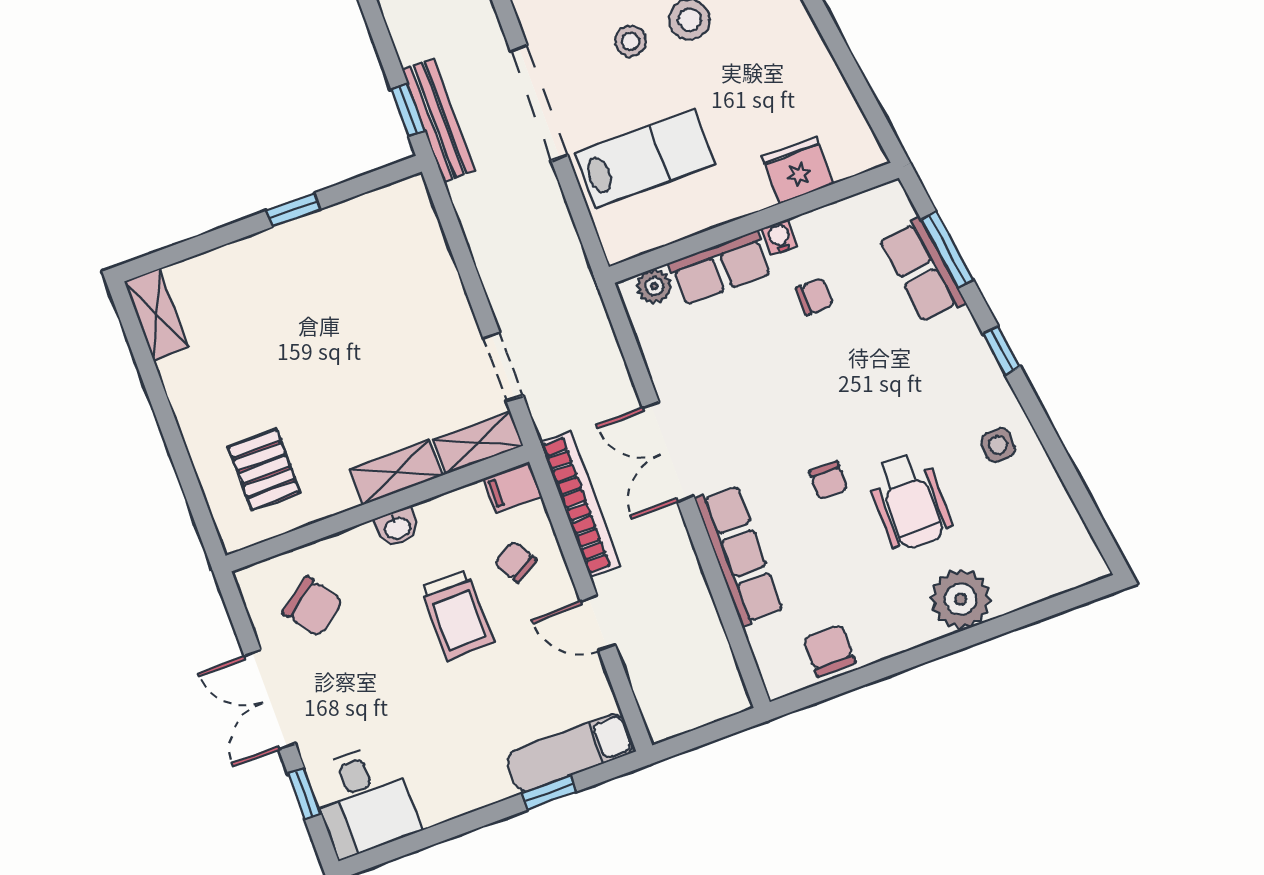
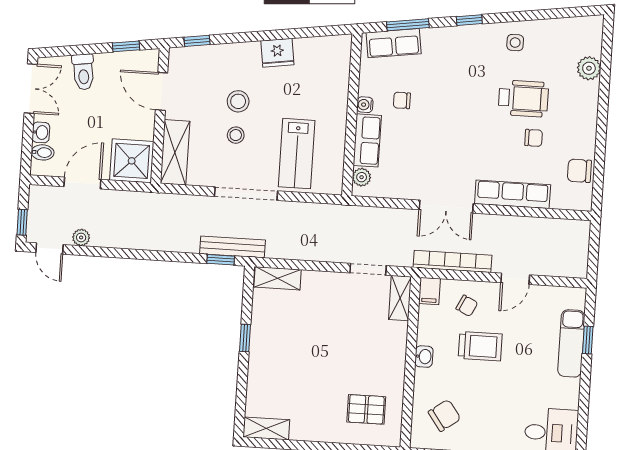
lab bench: (645, 158) -> (297, 154), turned 180
fridge: (798, 171) -> (277, 53), moved, turned -98
row of seats: (922, 270) -> (394, 43), moved
chair: (815, 297) -> (402, 100), turned -90
shelving: (396, 472) -> (278, 278), moved, turned 90
chair: (828, 480) -> (534, 138), moved
chair: (516, 562) -> (467, 306), turned -124
plant: (961, 599) -> (589, 68), moved, width x0.73, depth x0.73
exam couch: (570, 753) -> (571, 343), moved

